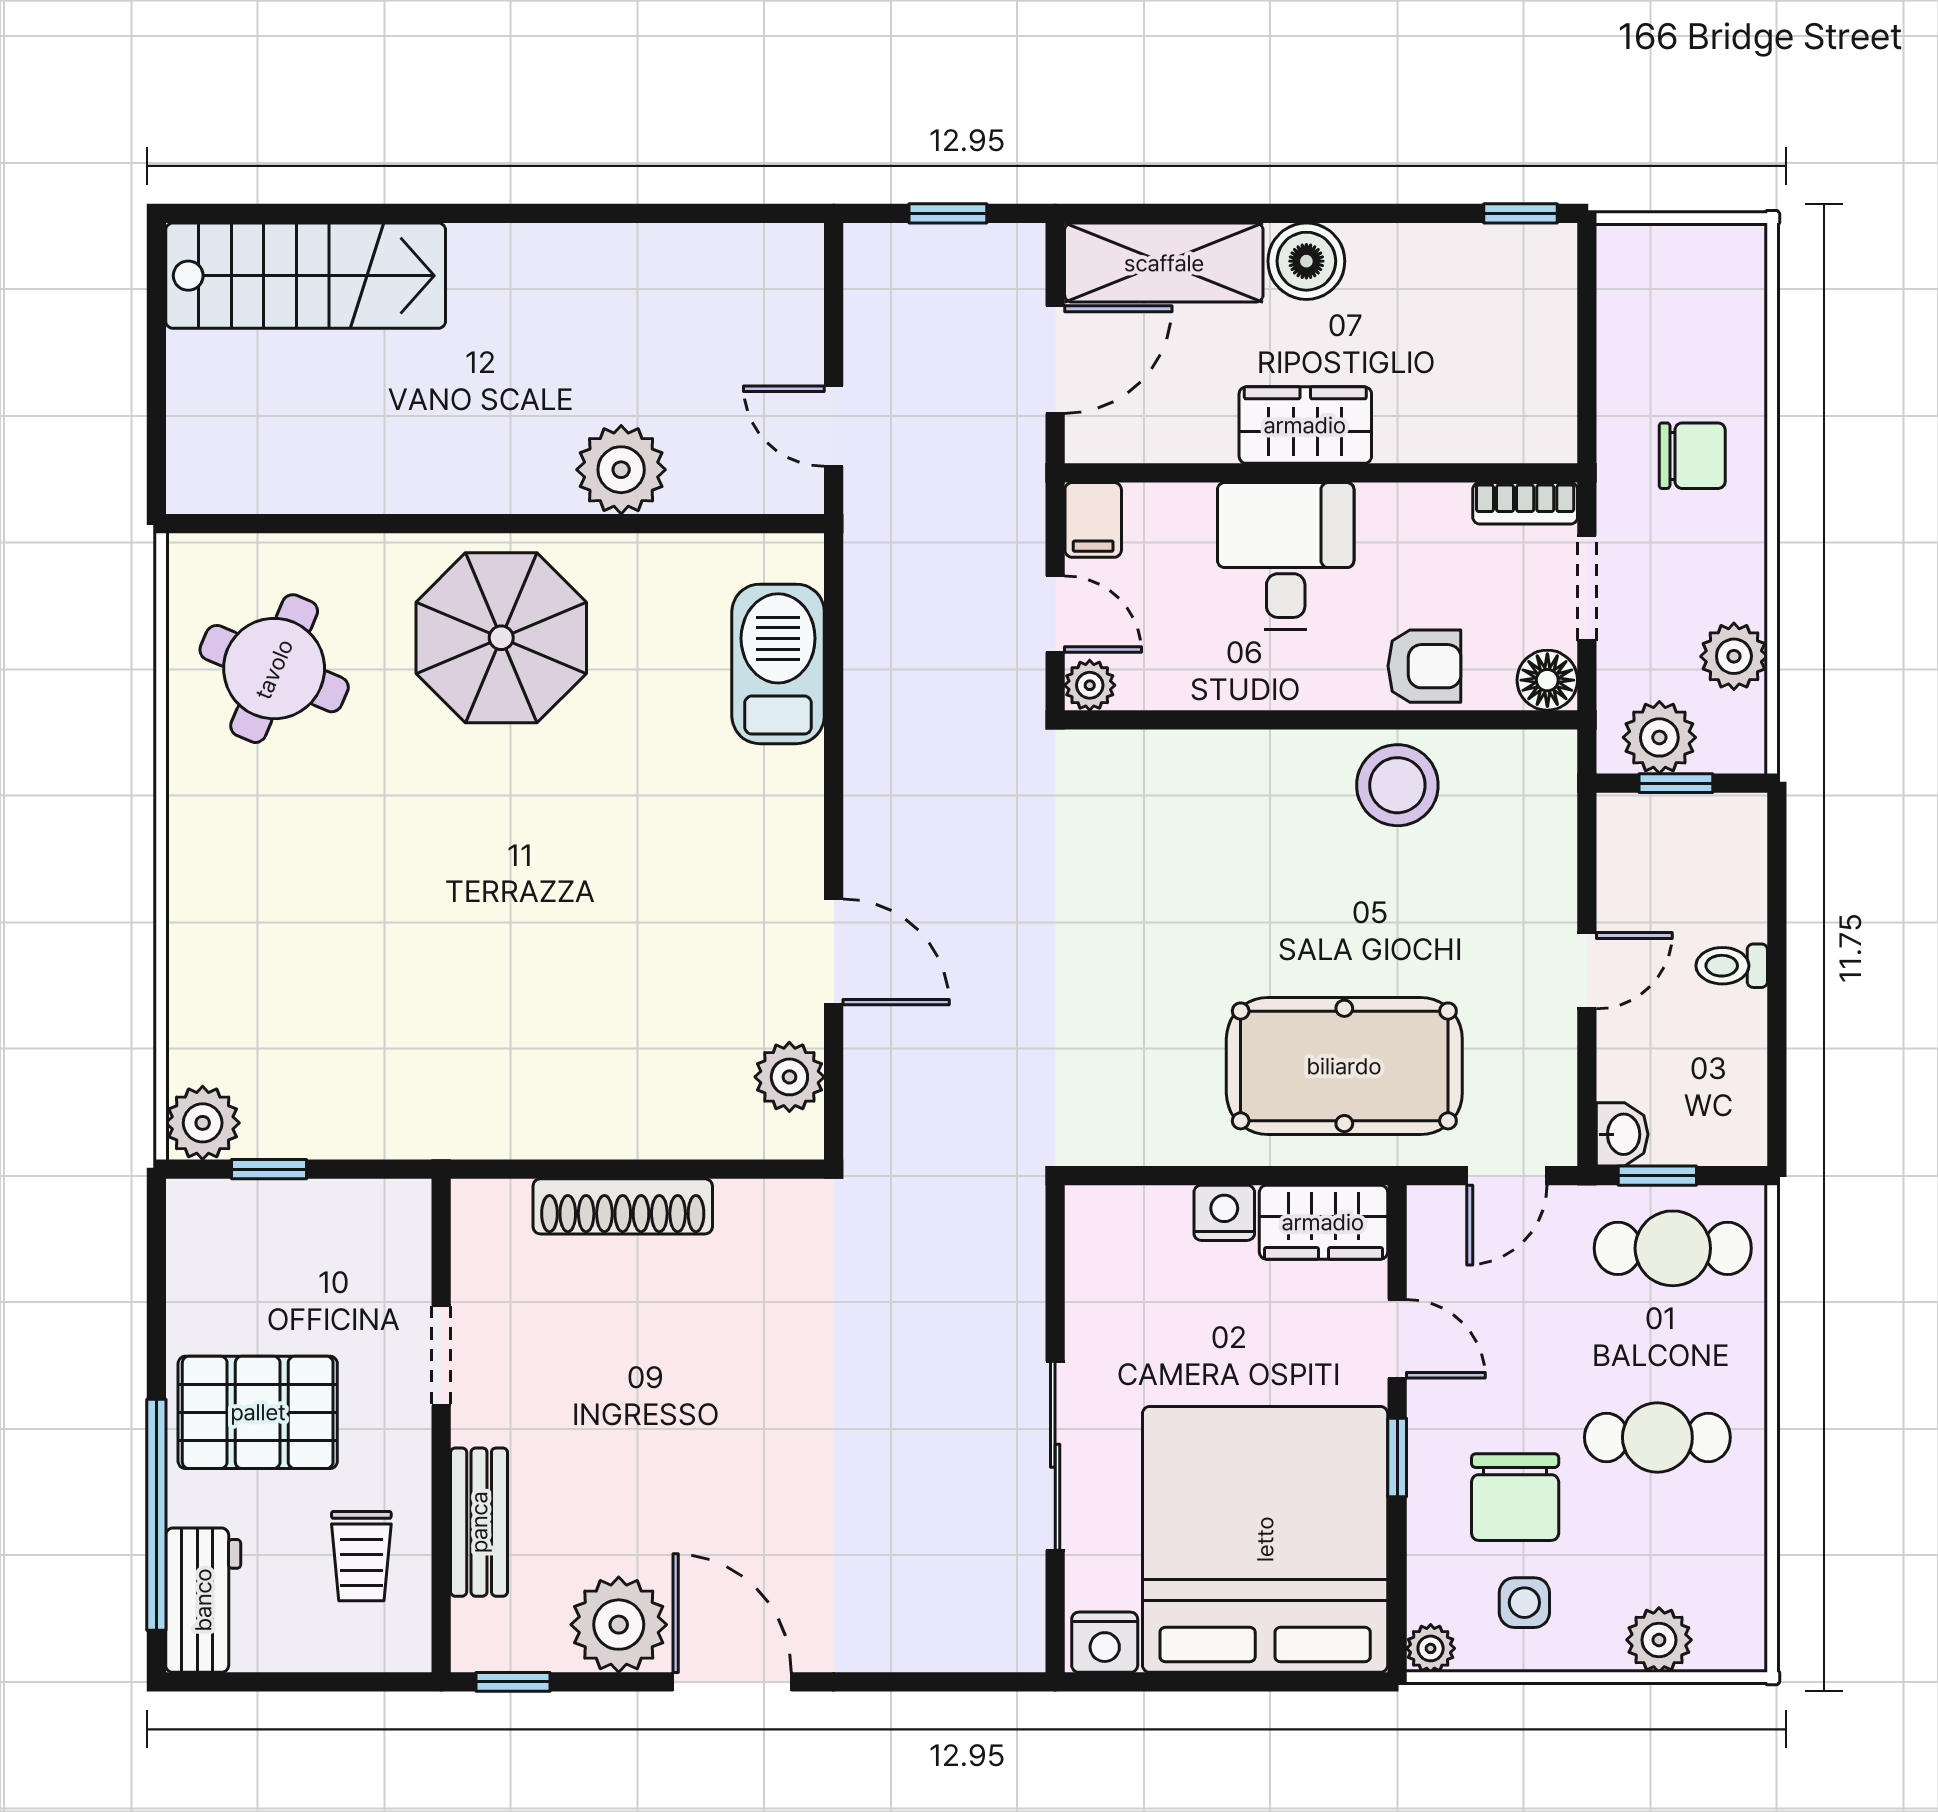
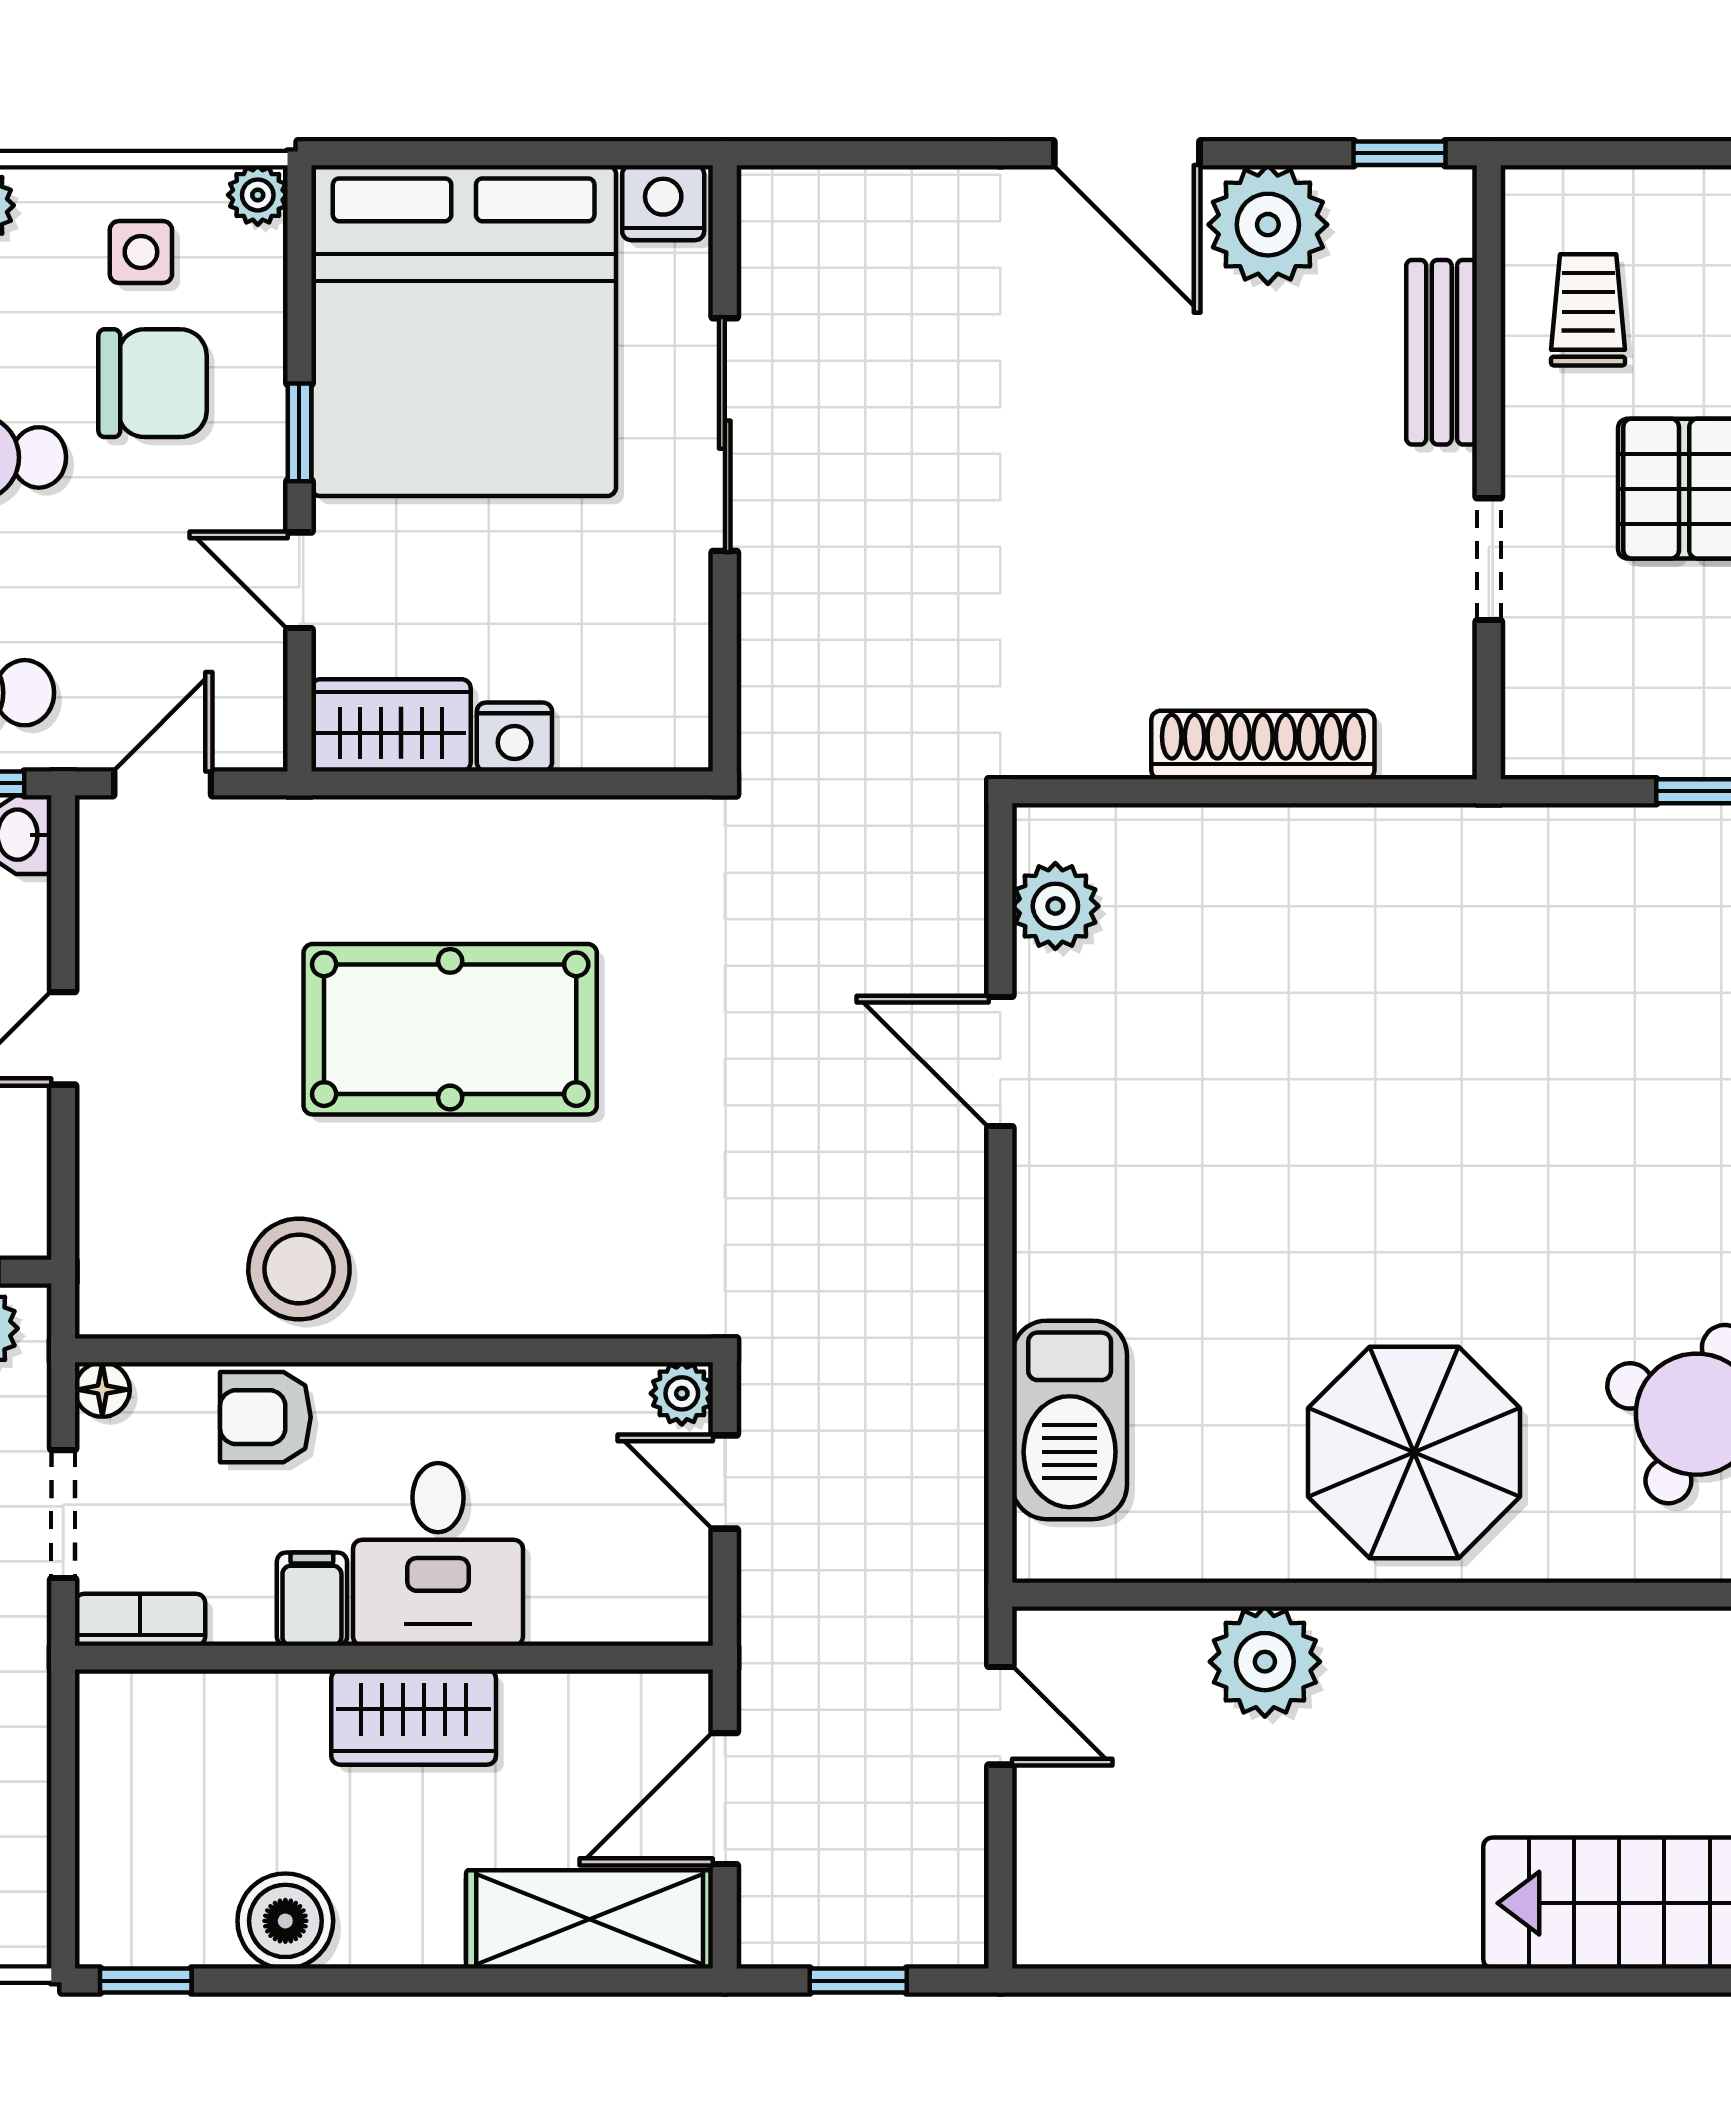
boiler: (1306, 261) -> (285, 1921), moved
filing cabinet: (1093, 520) -> (312, 1599), moved
floor lamp: (1547, 680) -> (102, 1390), width x0.73, depth x0.73
pool table: (1344, 1066) -> (450, 1029), moved
chair: (1515, 1497) -> (153, 383), turned 90

